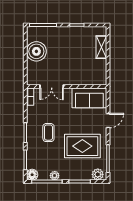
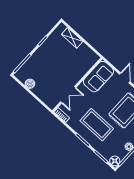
boiler: (36, 51) -> (30, 84), width x0.54, depth x0.54
coffee table: (48, 133) -> (97, 125), width x1.86, depth x1.72

